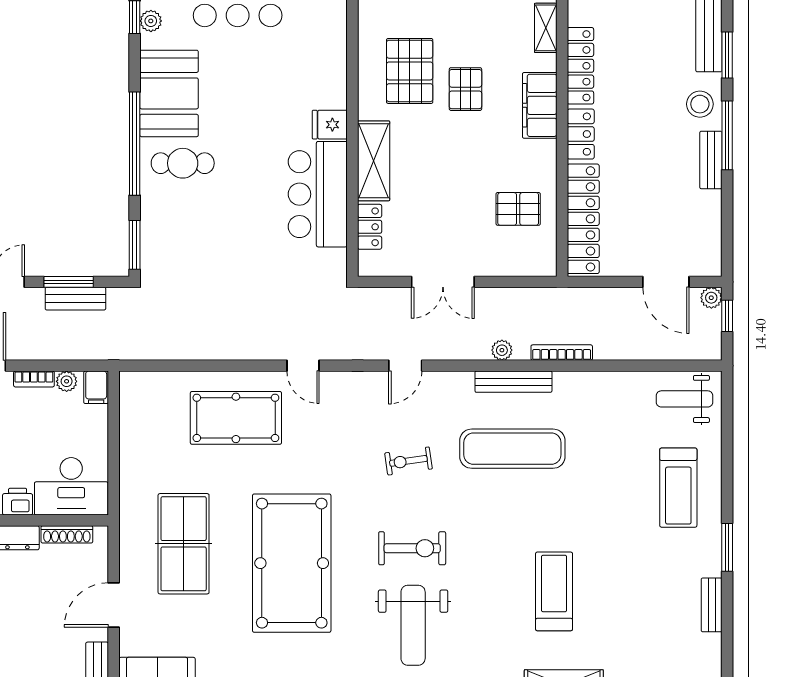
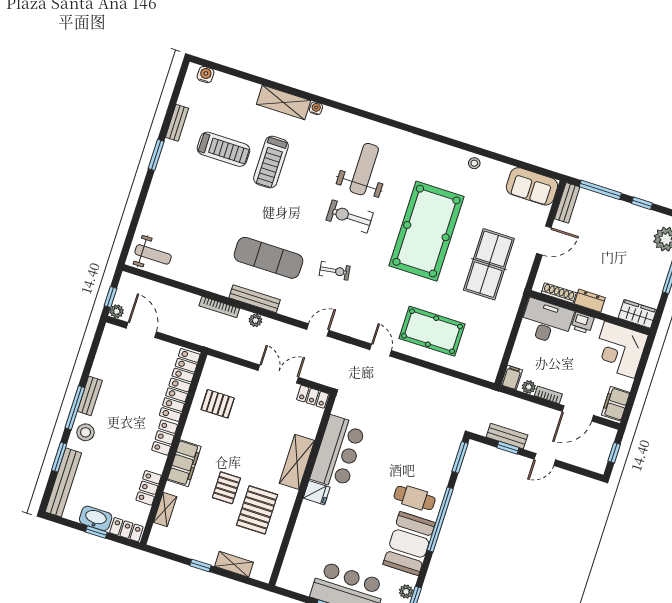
locker: (580, 66) -> (149, 488), width x0.66
locker: (370, 227) -> (313, 397), moved, turned -90
window: (69, 282) -> (508, 448), width x0.67
treadmill: (678, 488) -> (223, 149), moved, turned 90

